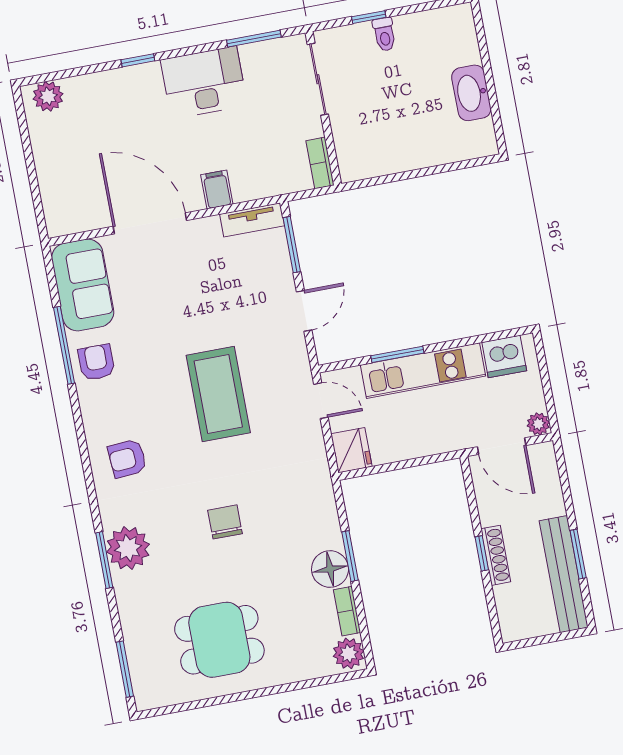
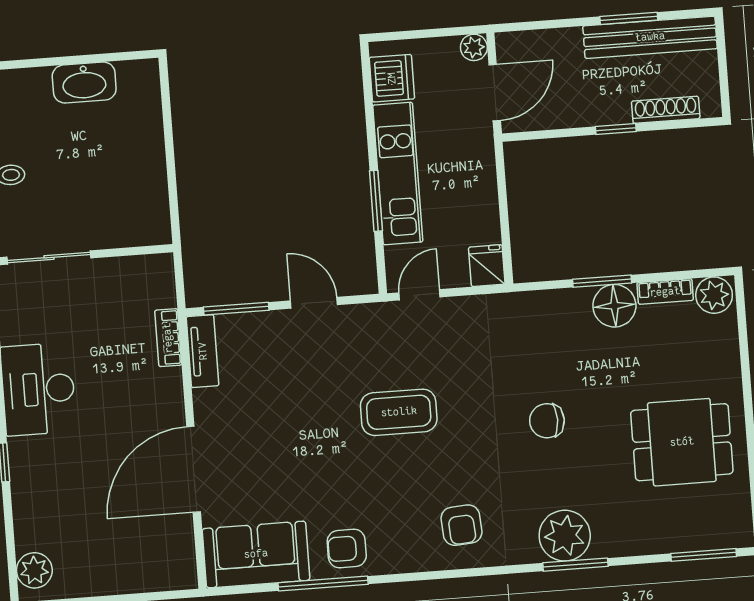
bookcase: (320, 163) -> (168, 338), moved, turned 90
filing cabinet: (217, 189) -> (163, 388), removed
coffee table: (218, 394) -> (399, 412), width x0.73, depth x0.76
fridge: (351, 450) -> (487, 266), width x0.72
shoe rack: (496, 555) -> (666, 110), moved
dining table: (219, 640) -> (682, 442), turned 90

